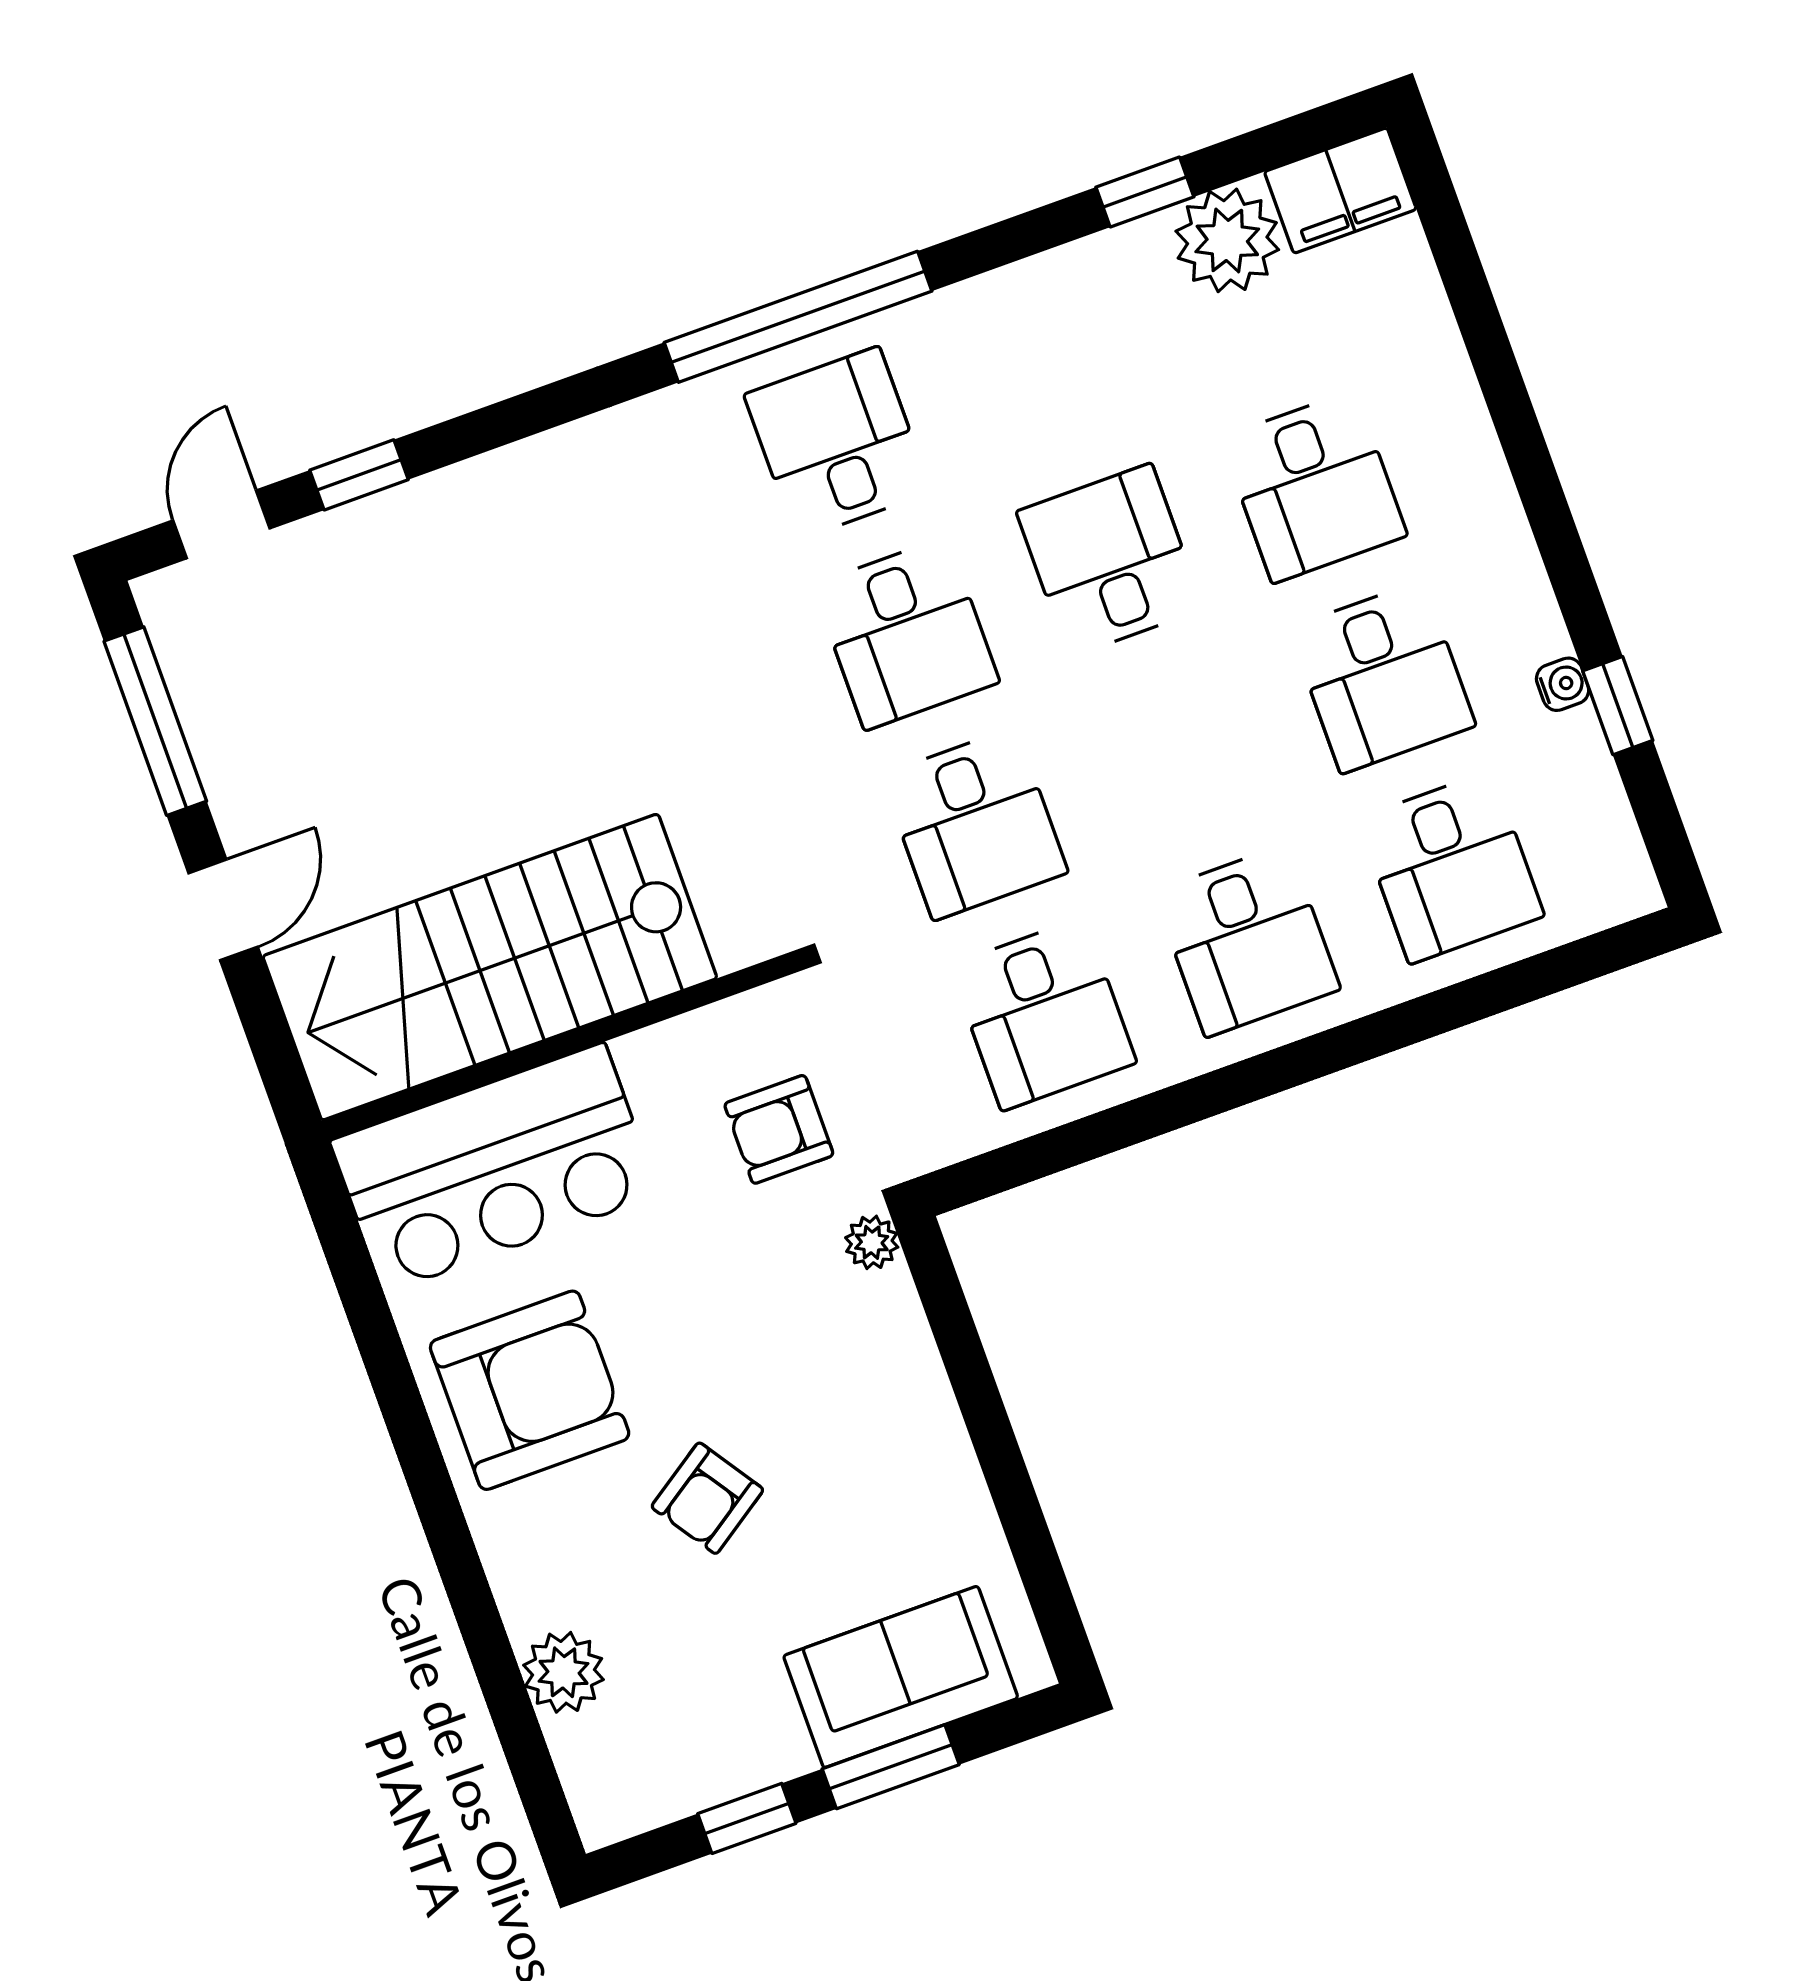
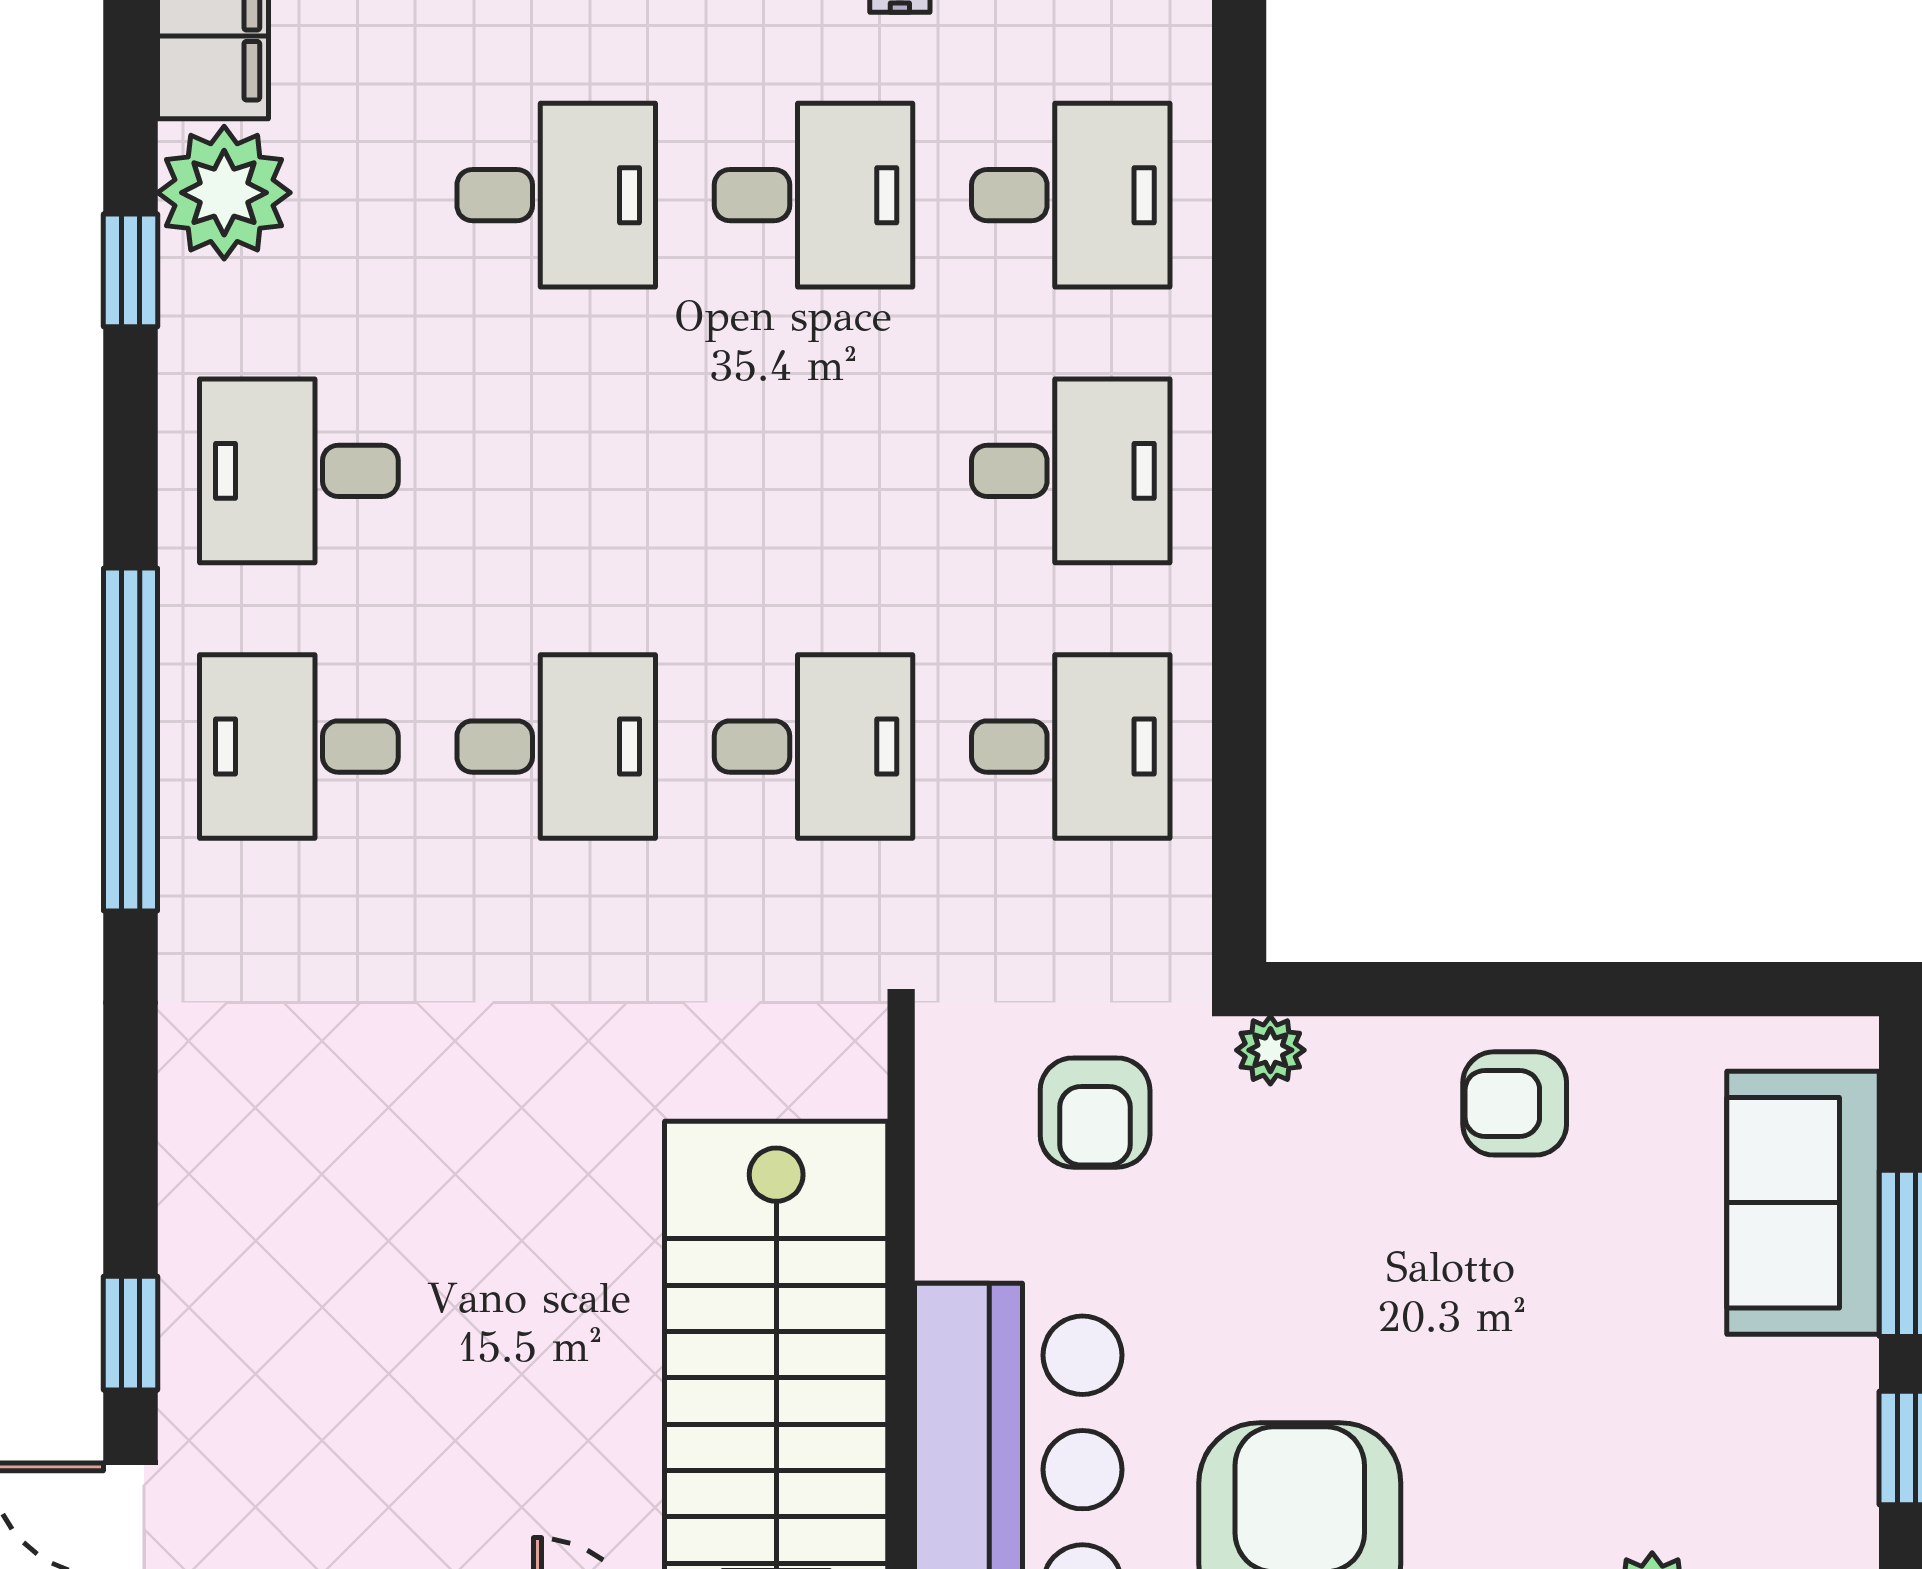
desk: (1110, 560) -> (299, 471), moved
armchair: (707, 1498) -> (1515, 1103), moved, turned 124

